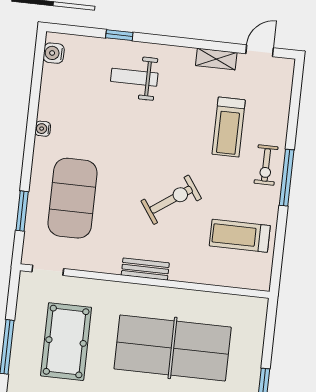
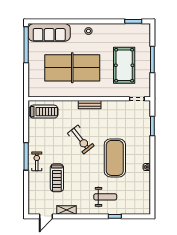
water cooler: (54, 53) -> (146, 204), removed
treadmill: (229, 127) -> (57, 178), turned 180
exercise mat: (73, 198) -> (115, 158), moved
exercise bike: (171, 200) -> (81, 140), turned -93
treadmill: (240, 236) -> (44, 112), moved

